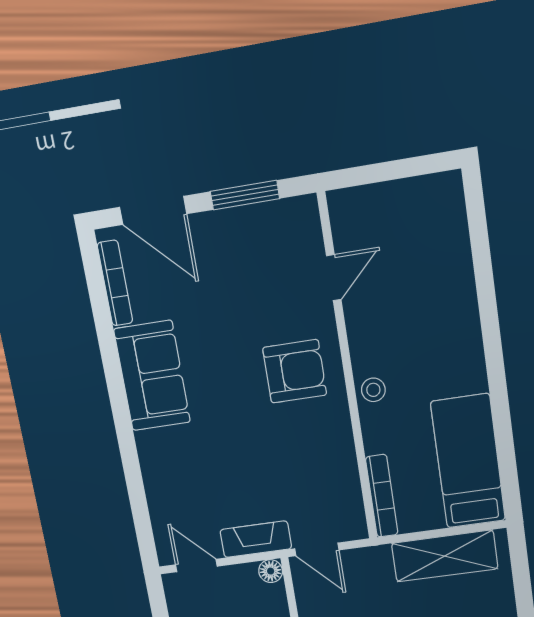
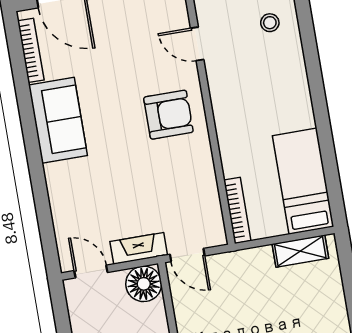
door: (334, 278) -> (197, 44), swing flipped
stool: (373, 390) -> (270, 23), moved
shelving: (445, 556) -> (300, 251), width x0.67, depth x0.75
floor lamp: (271, 571) -> (144, 284), width x1.89, depth x1.89

